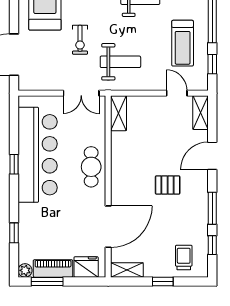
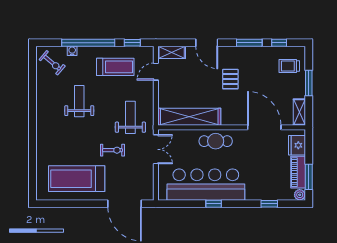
shelving: (119, 113) -> (189, 117), width x2.20, depth x1.33
window: (163, 281) -> (309, 83), width x1.50

